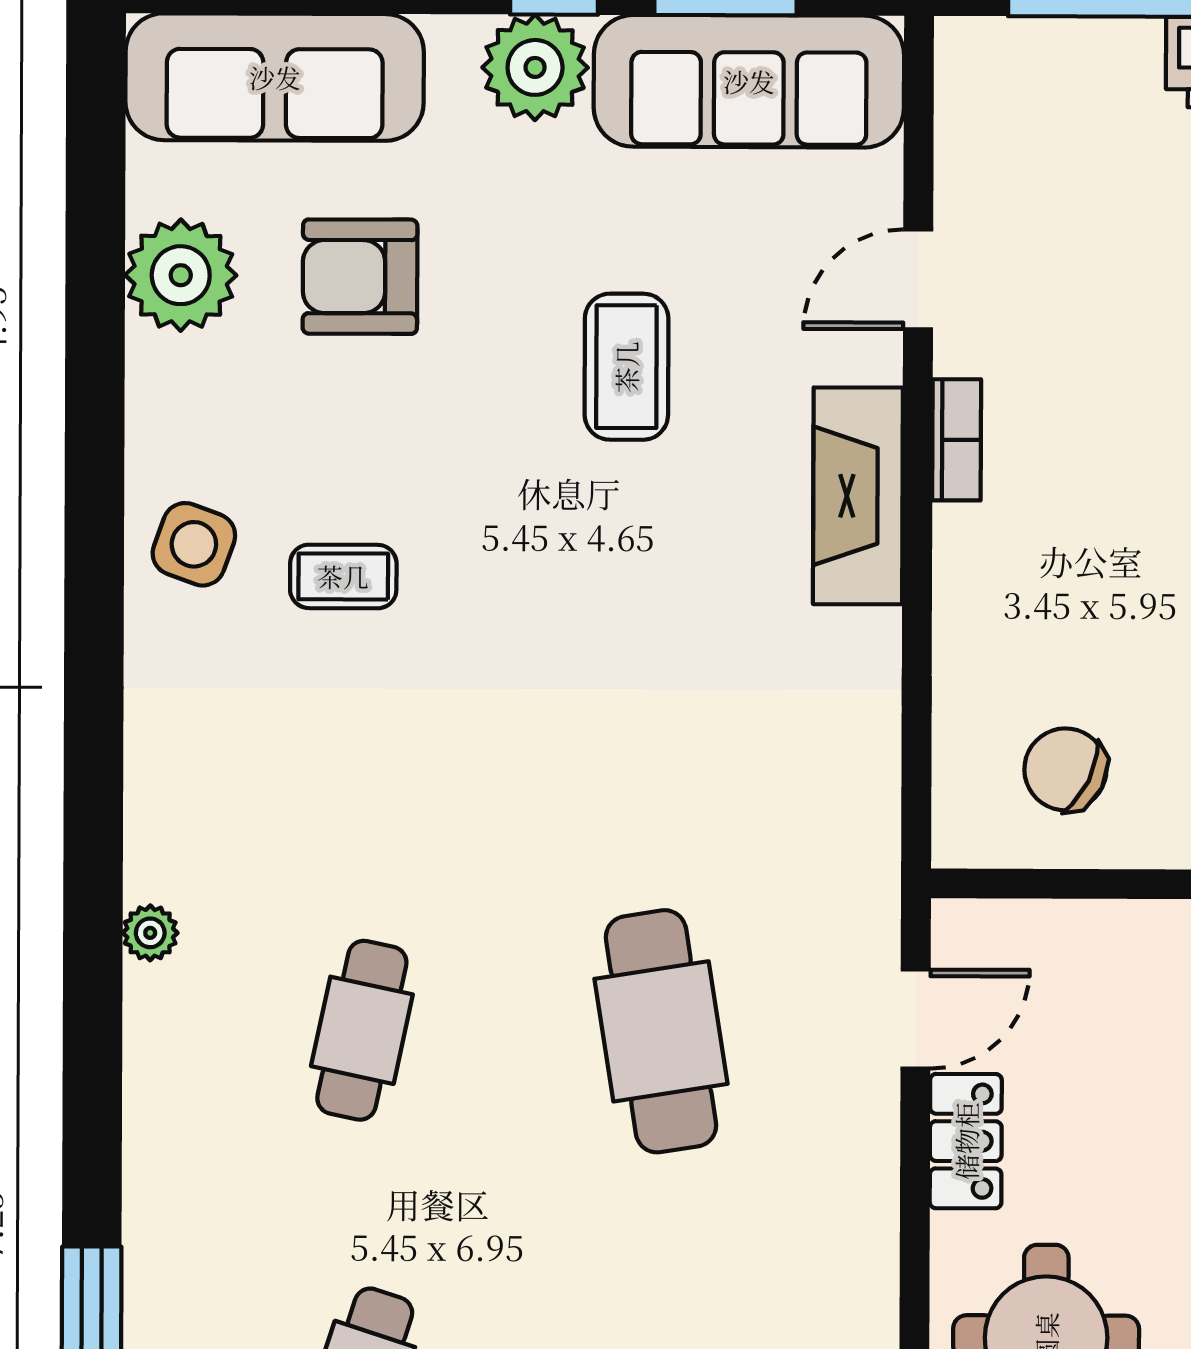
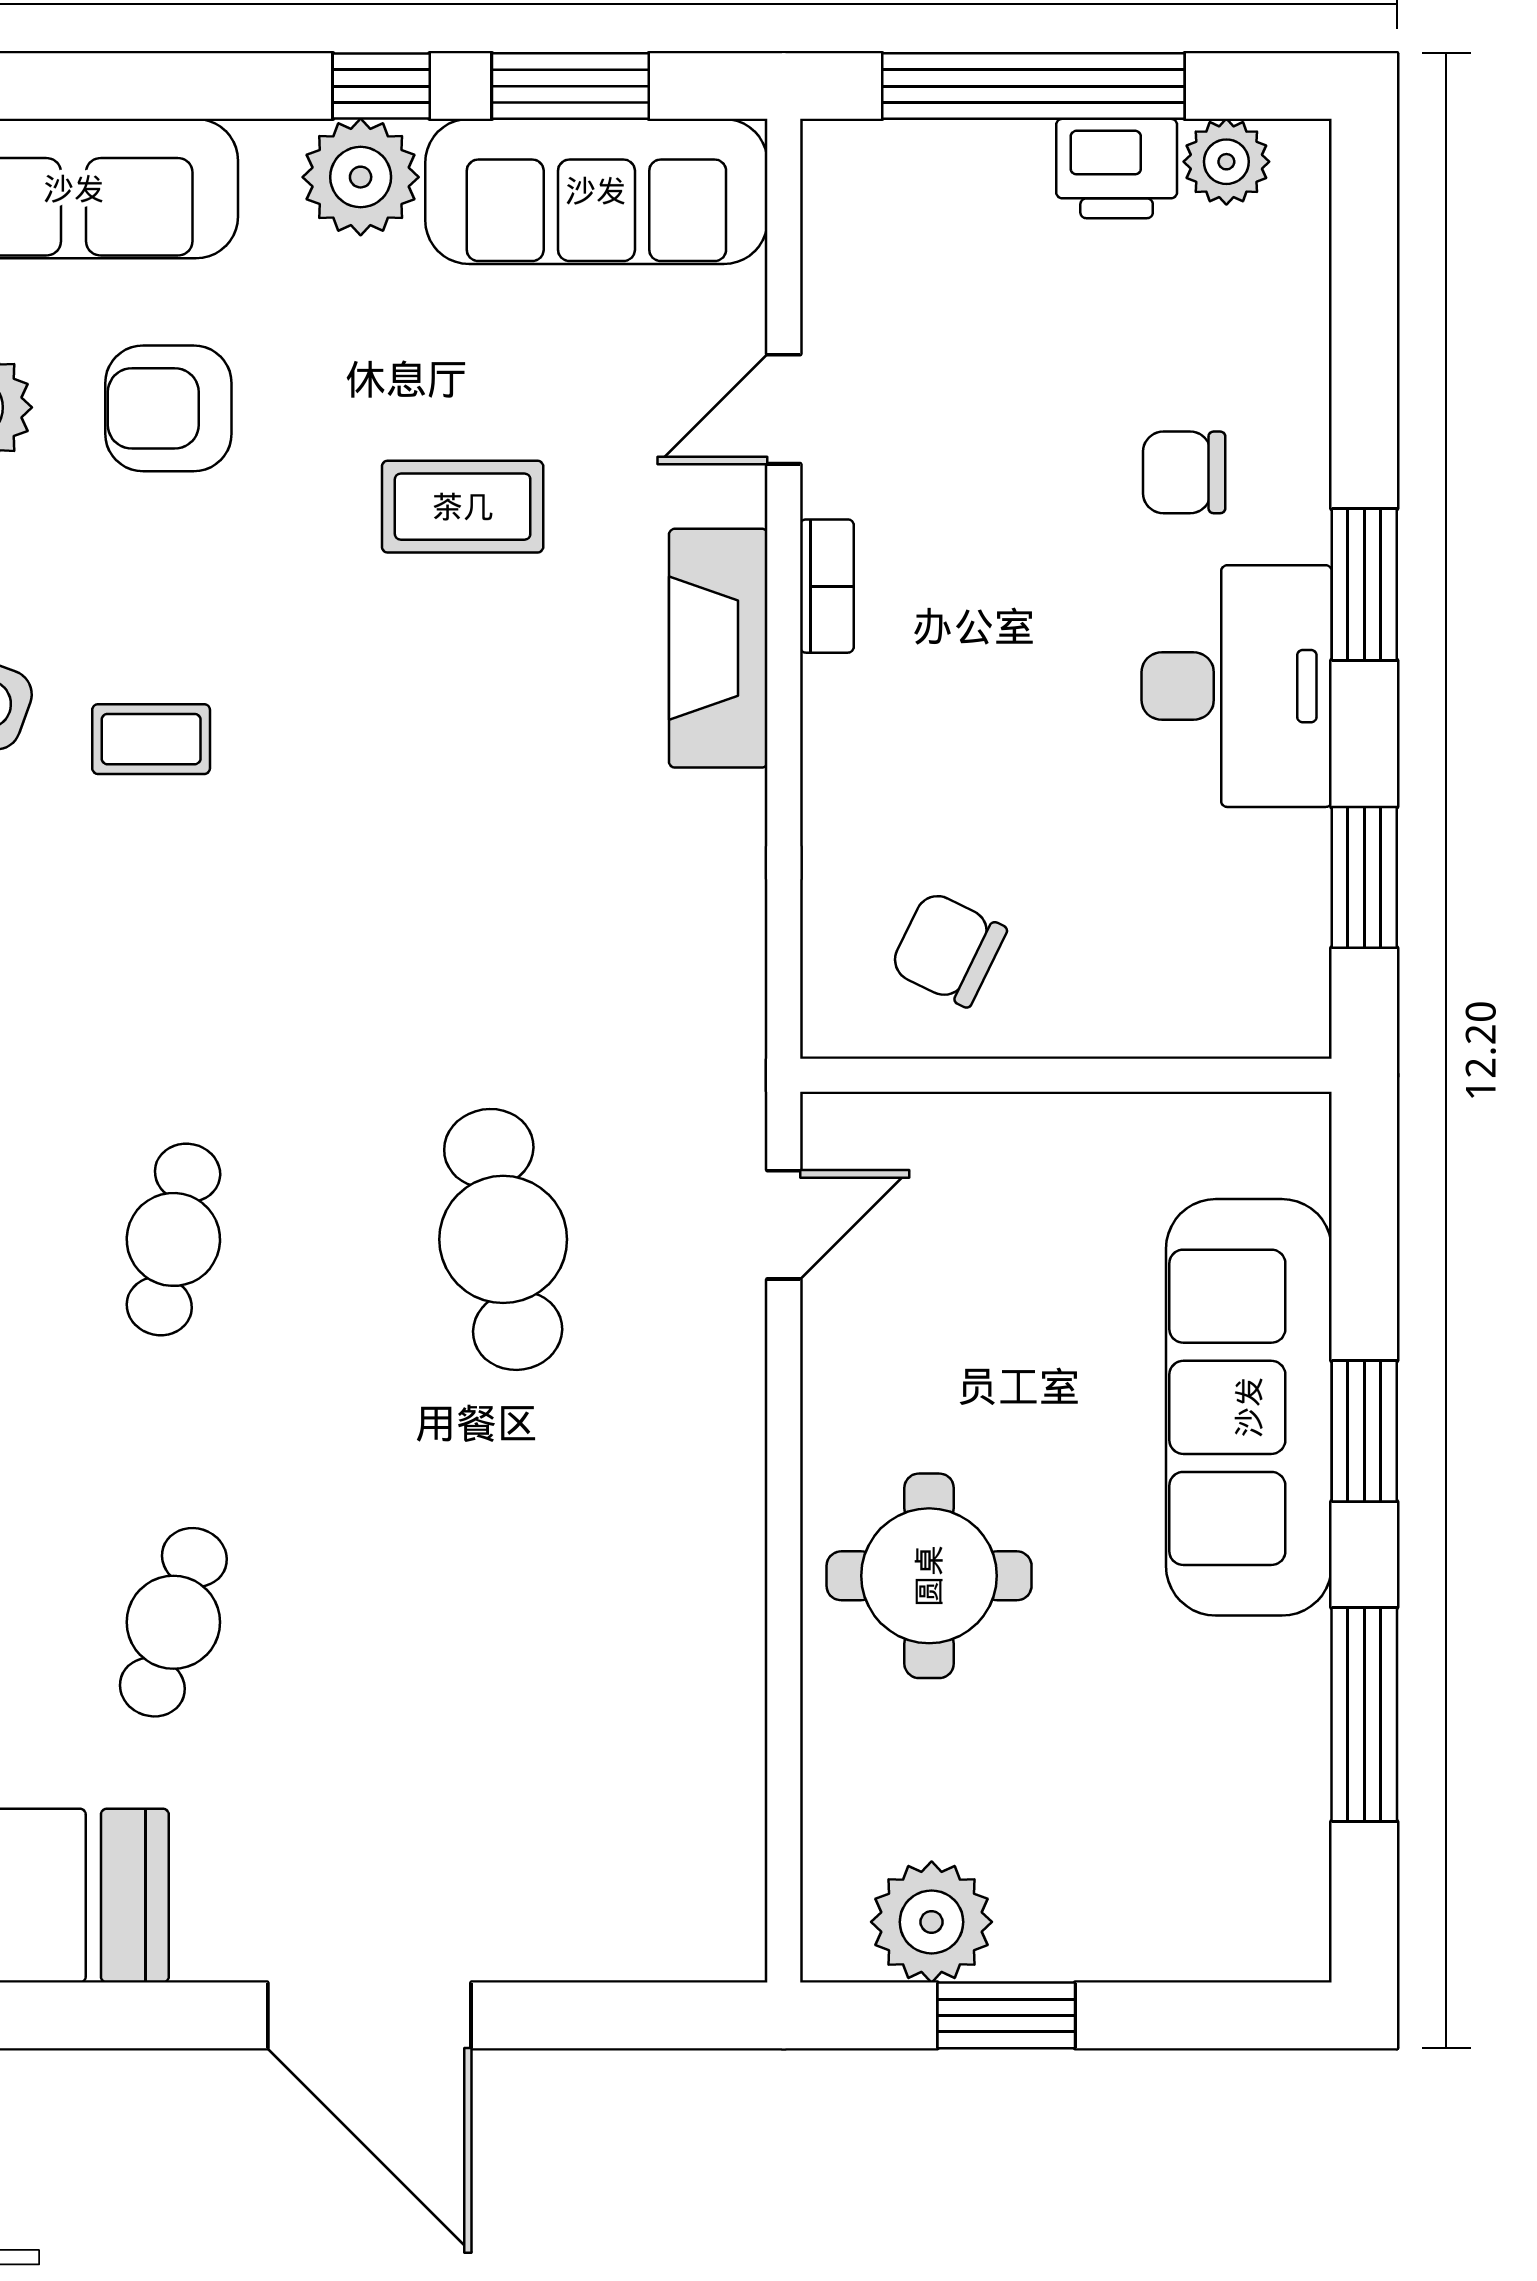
coffee table: (626, 367) -> (463, 507), turned 90
locker: (966, 1141) -> (840, 1359), removed

